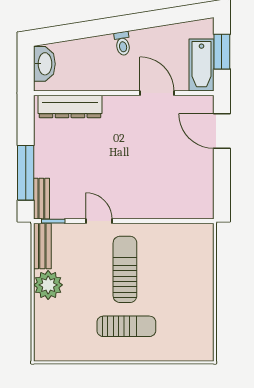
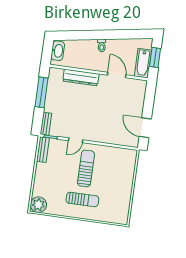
dresser: (70, 106) -> (81, 78), moved
door: (222, 131) -> (145, 128), moved
window: (26, 173) -> (42, 92), moved
door: (99, 221) -> (76, 140), swing flipped
plant: (48, 285) -> (38, 205), moved

